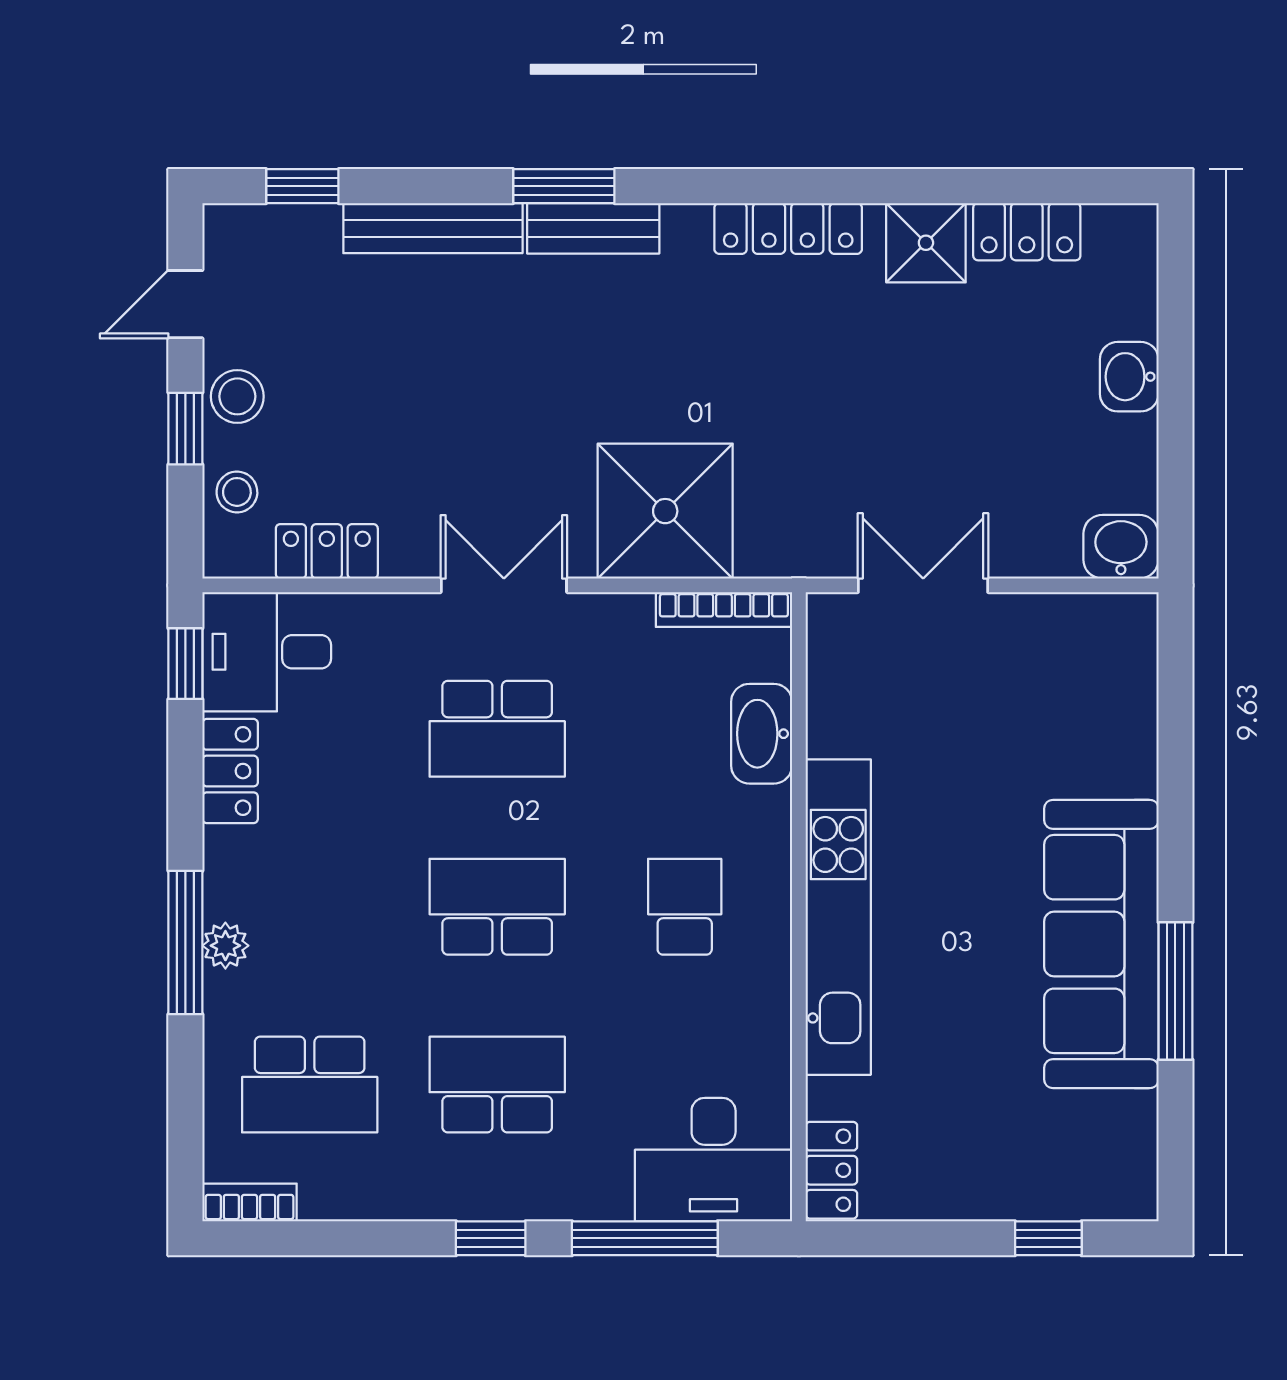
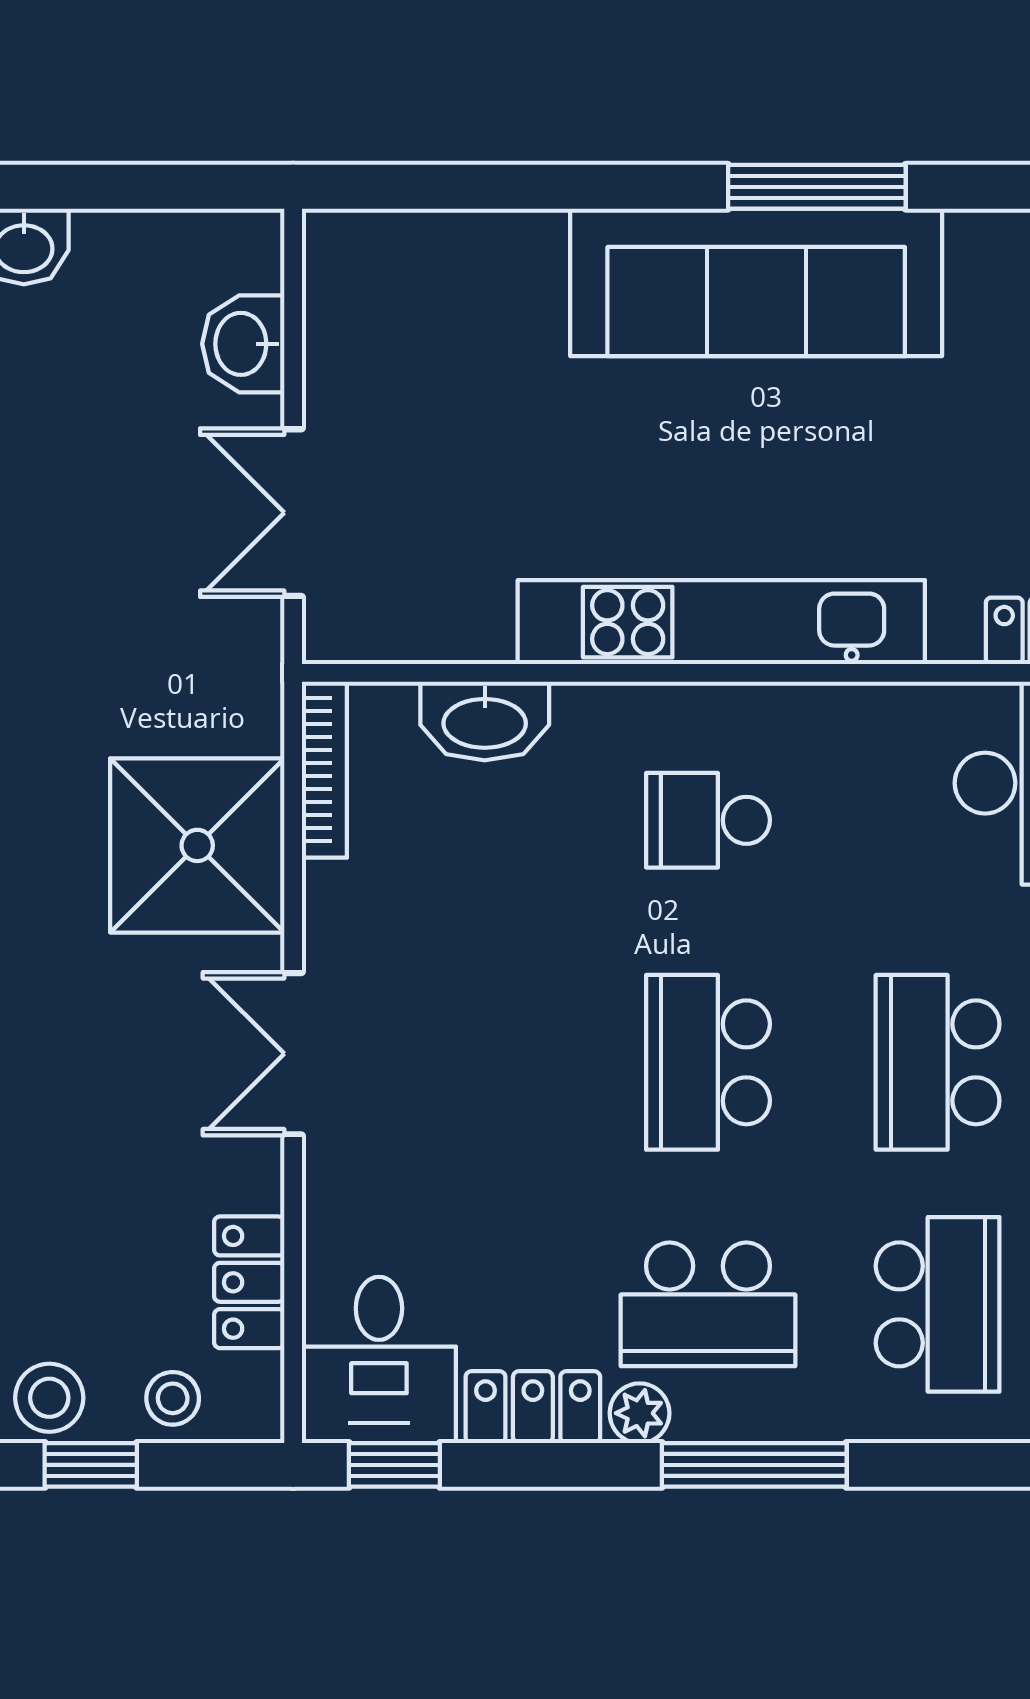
washbasin: (1121, 547) -> (243, 344), moved
school desk: (497, 729) -> (708, 1304), moved, turned 90
plant: (225, 946) -> (640, 1413), moved

